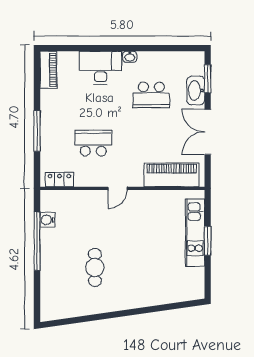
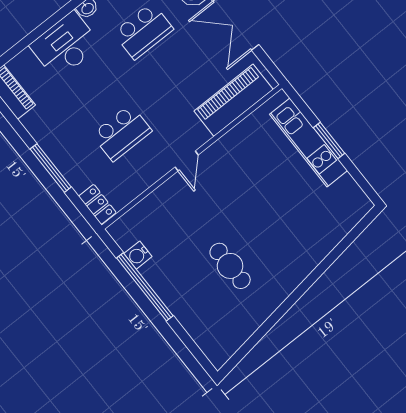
school desk: (93, 143) -> (122, 133), turned 180
locker: (59, 180) -> (97, 204), moved, turned 90

